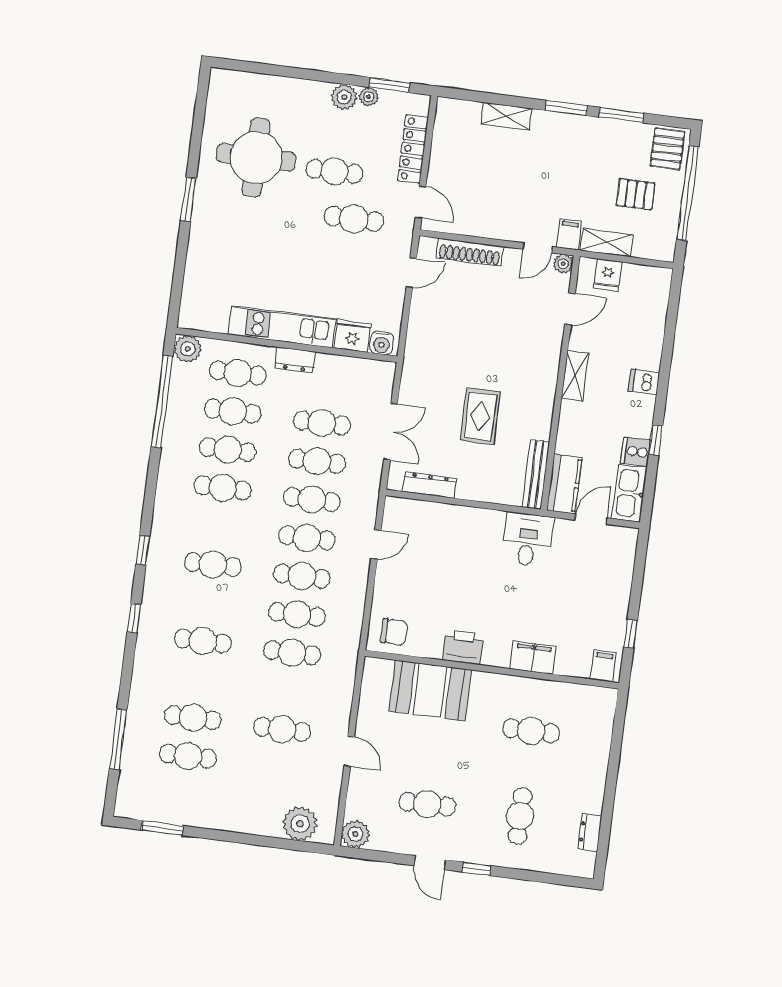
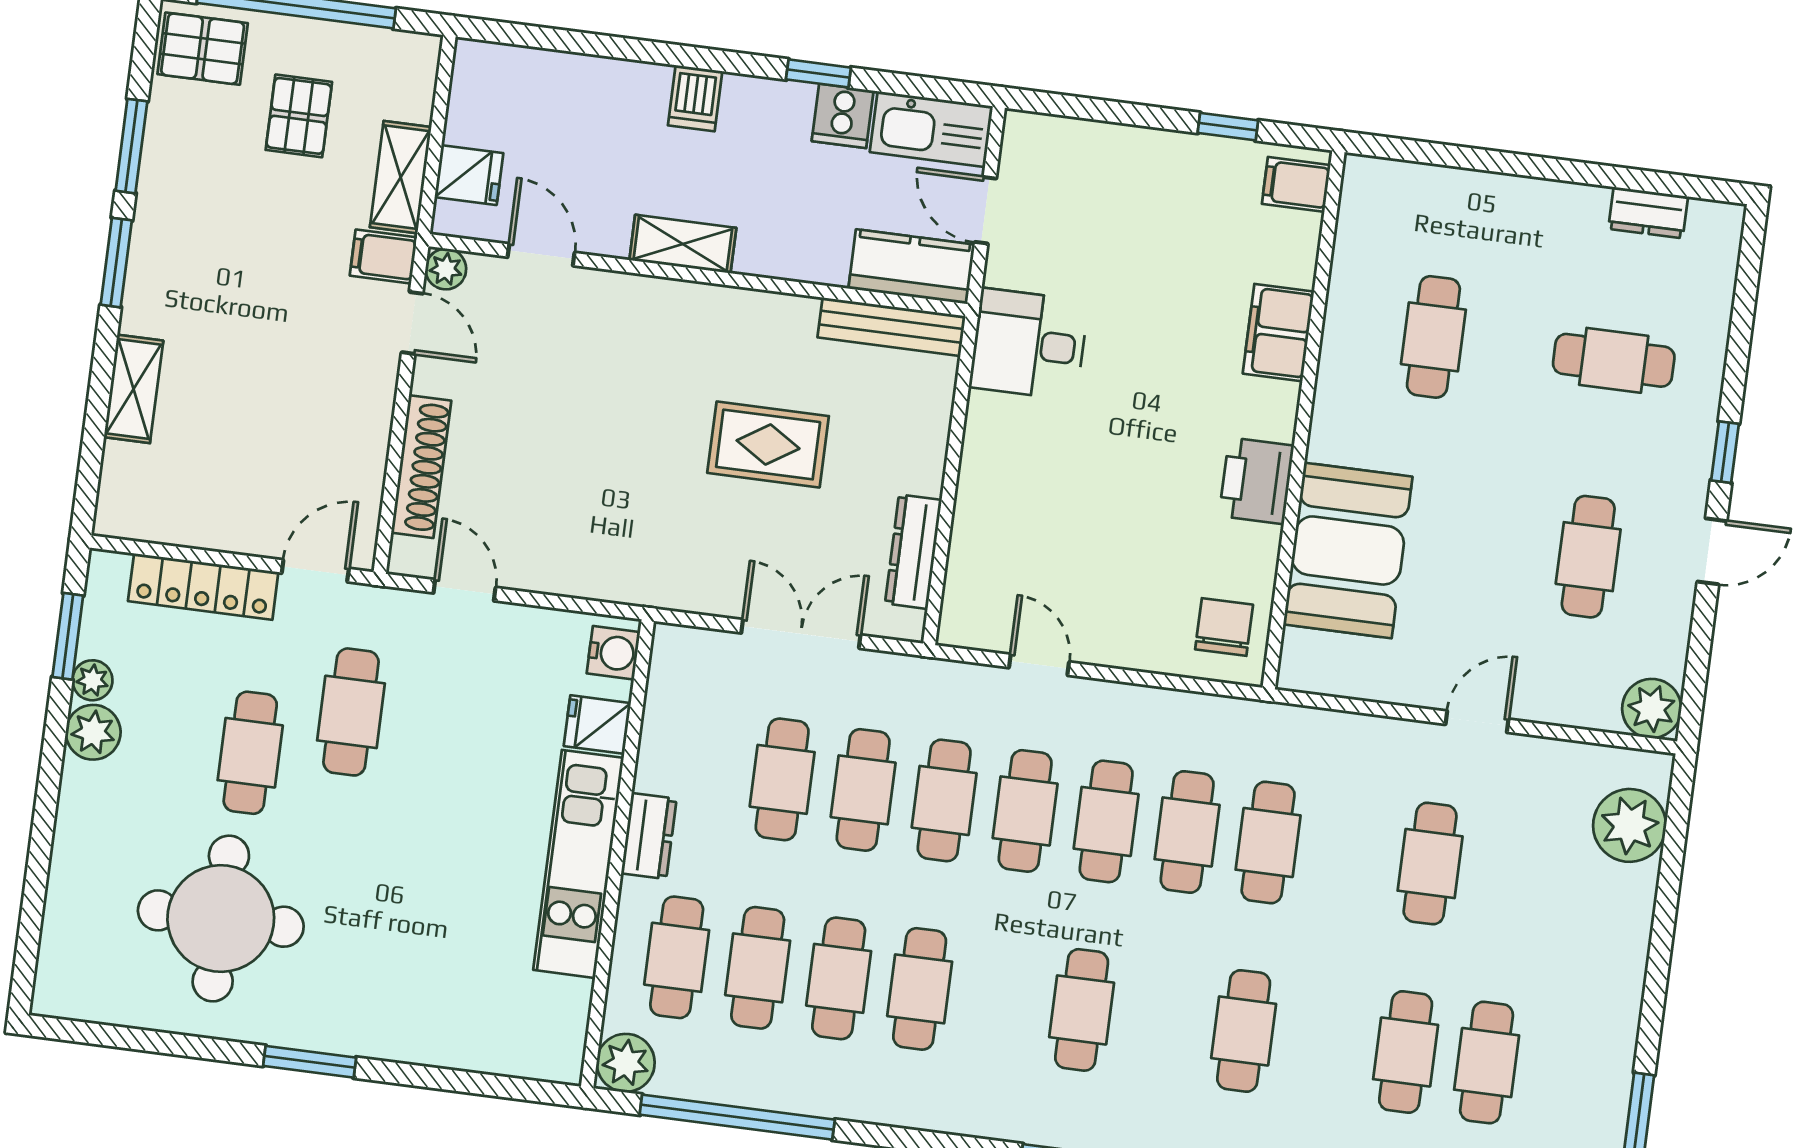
fridge: (352, 336) -> (597, 725), width x0.72

